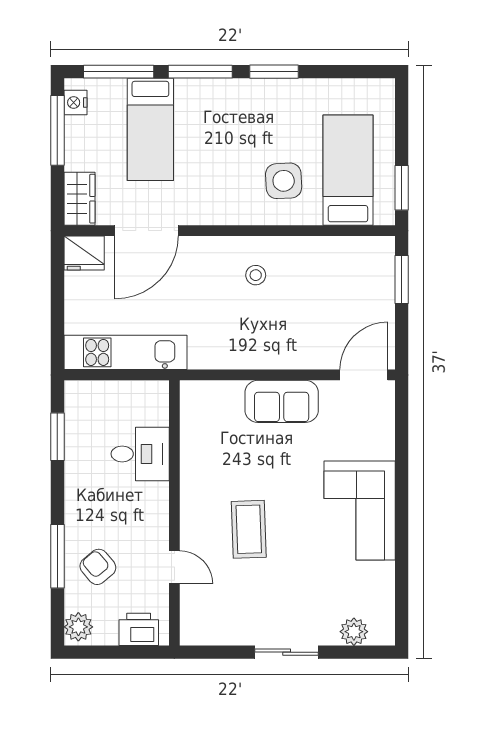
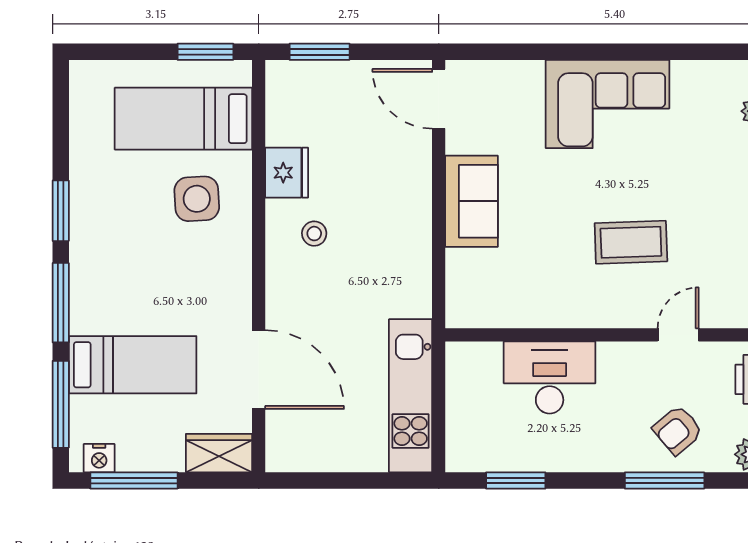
fridge: (84, 253) -> (287, 173), moved
desk: (140, 454) -> (550, 378), width x1.37

